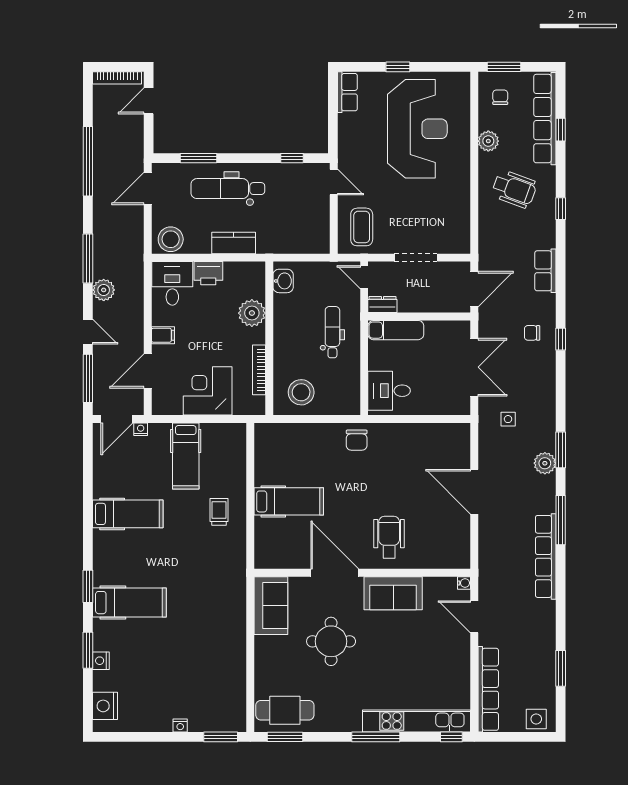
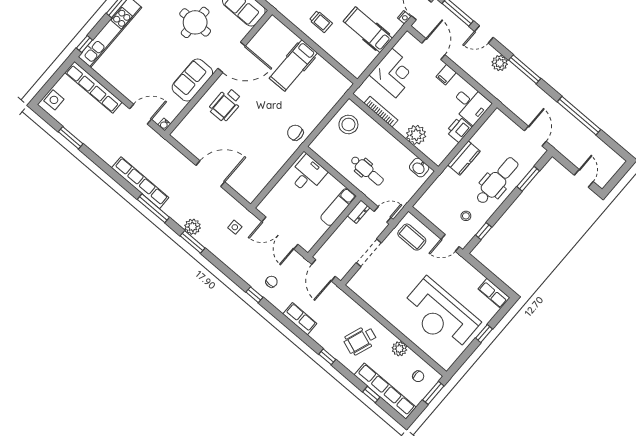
bookcase: (117, 78) -> (612, 172), removed
stool: (171, 239) -> (466, 216), moved, width x0.53, depth x0.53
wheelchair: (389, 537) -> (226, 105), turned 90

